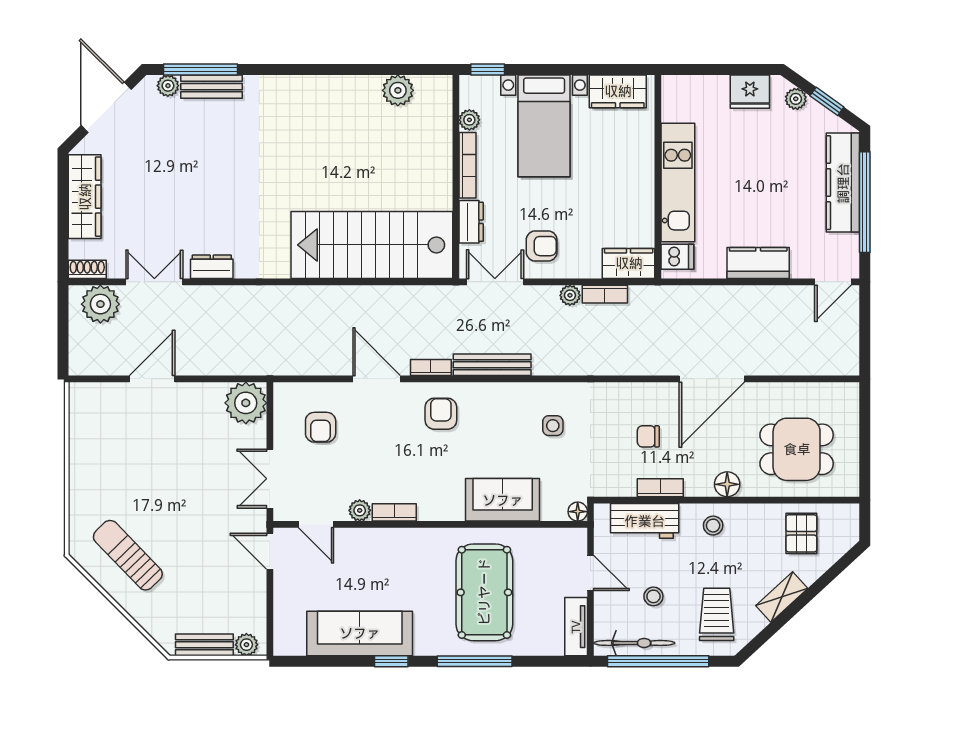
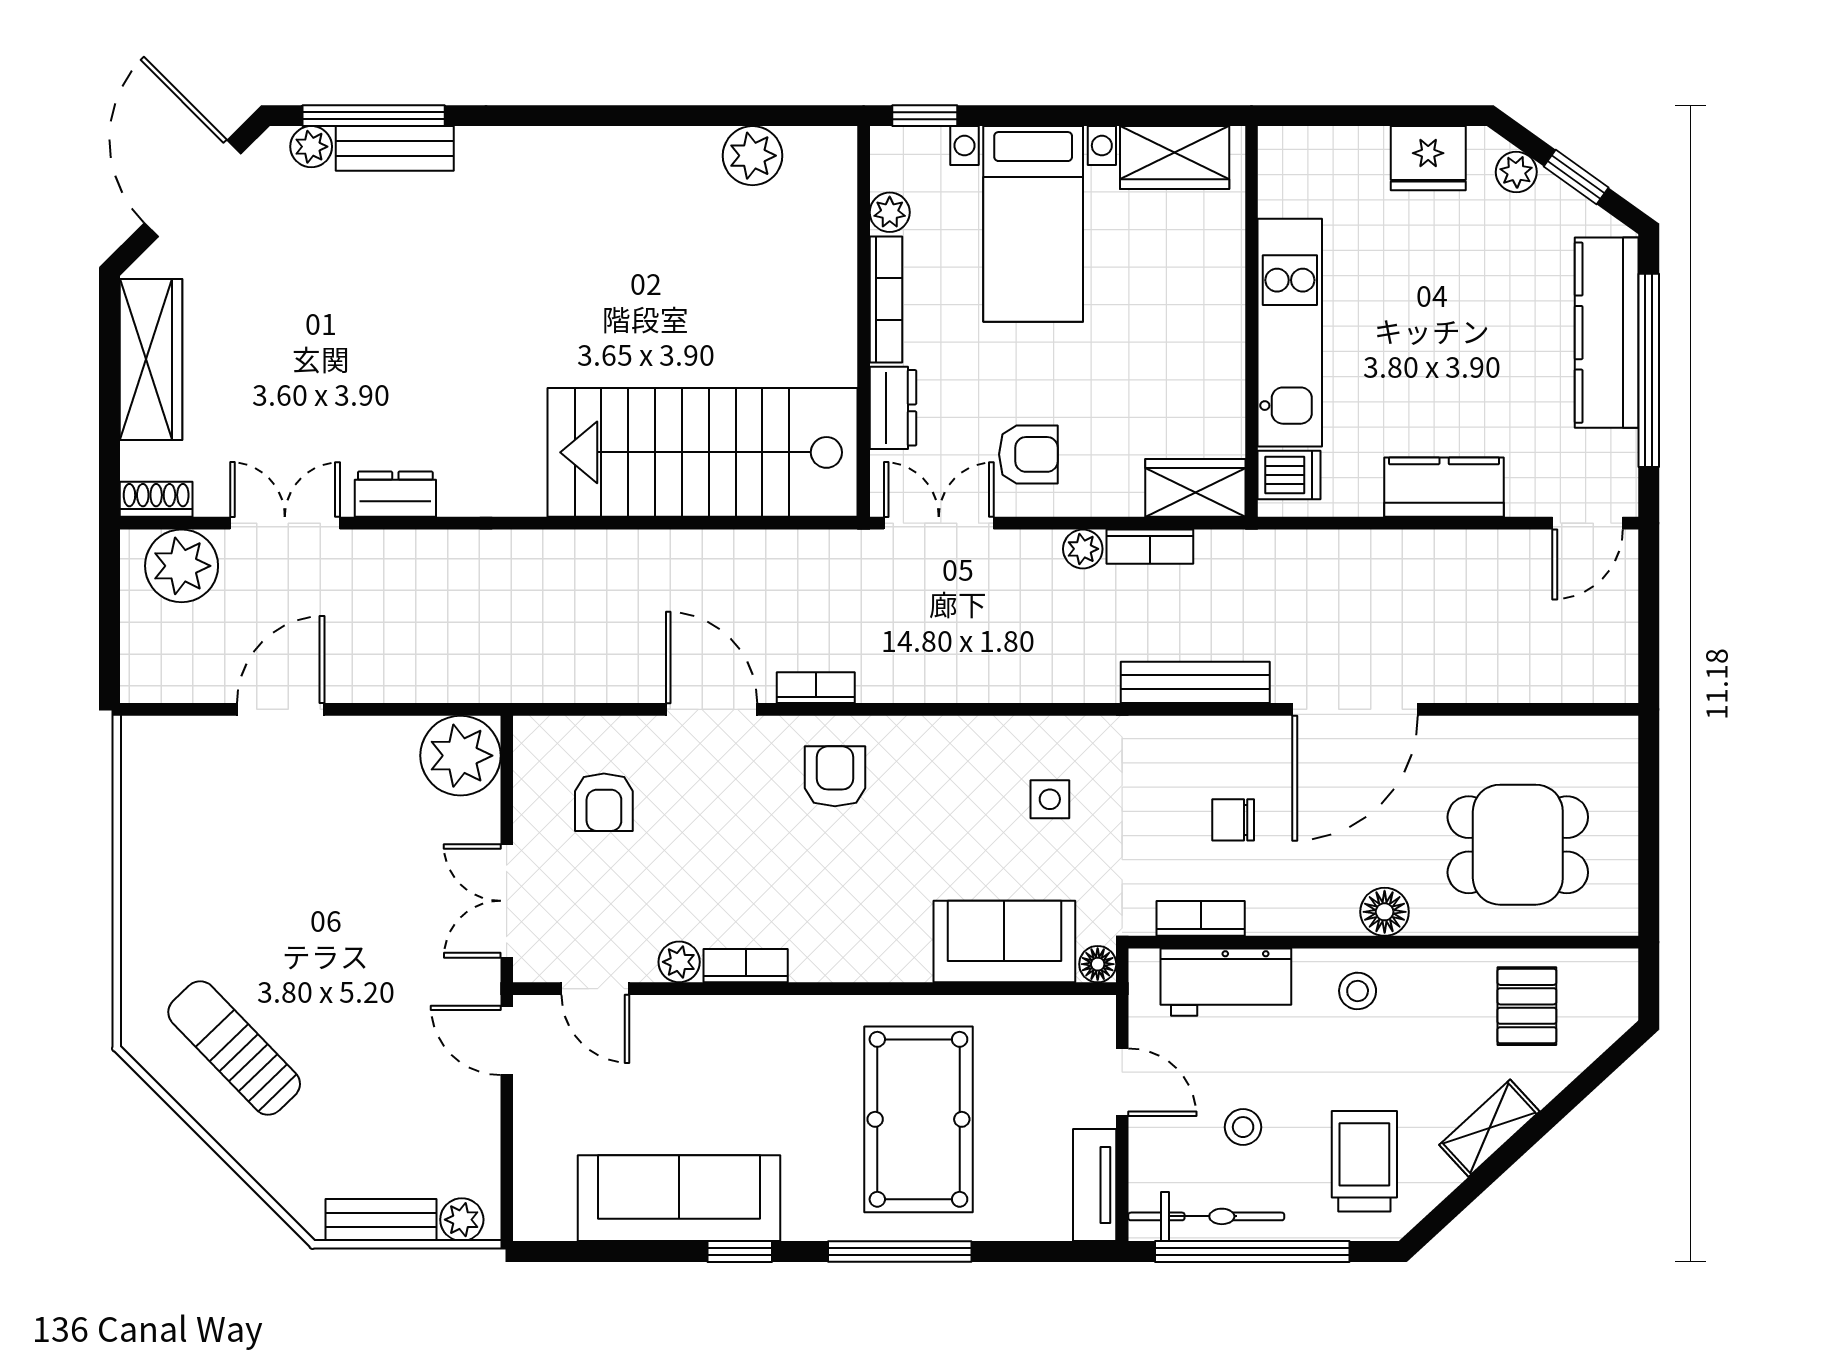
bench: (492, 365) -> (1195, 682), moved
bookcase: (660, 488) -> (1201, 918), moved
sofa: (503, 500) -> (1004, 942), moved

